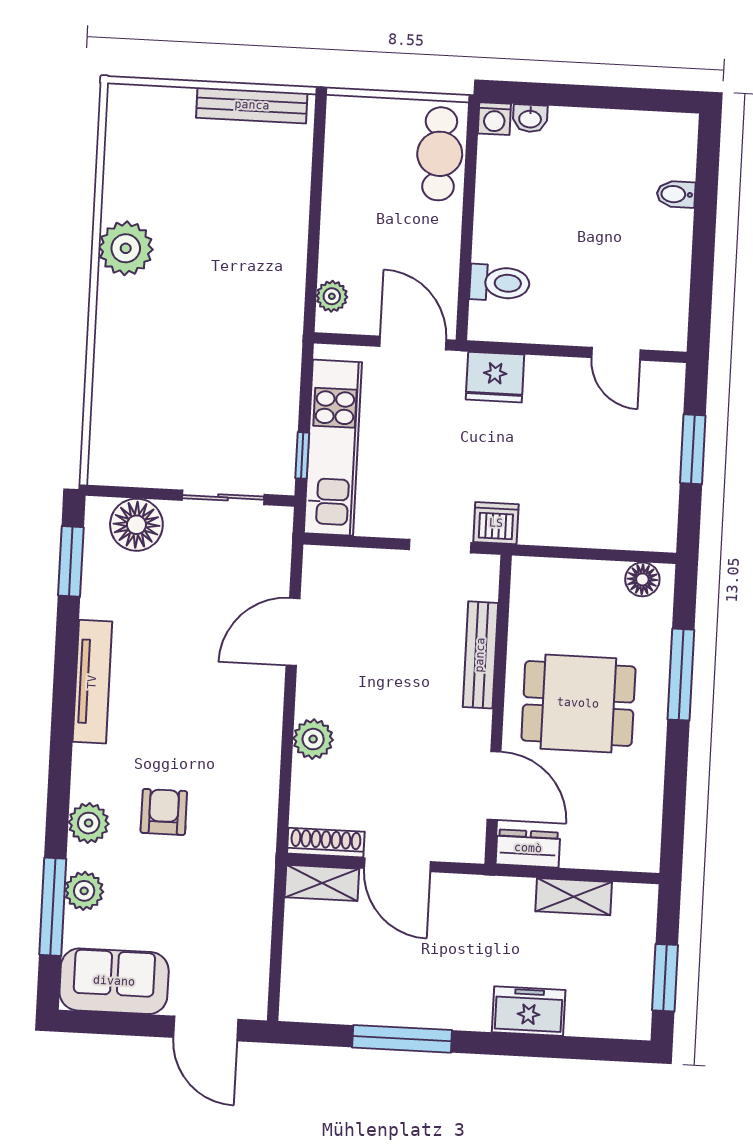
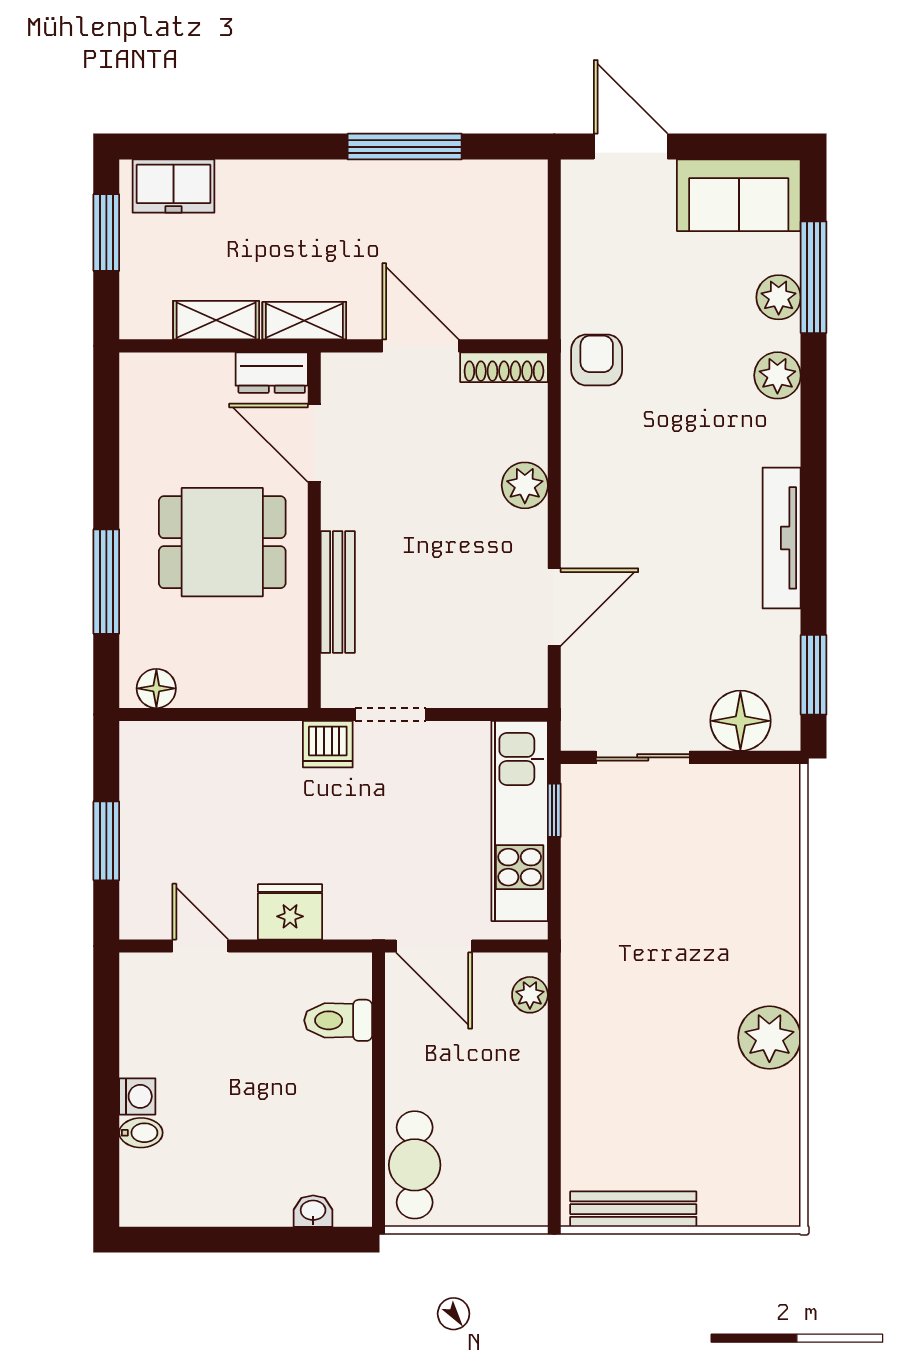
washing machine: (494, 119) -> (137, 1096), moved, turned 90
fridge: (495, 377) -> (290, 912), moved
armchair: (164, 812) -> (597, 360), moved, turned 180
shelving: (322, 883) -> (304, 321), moved
freezer: (529, 1011) -> (174, 186), moved

